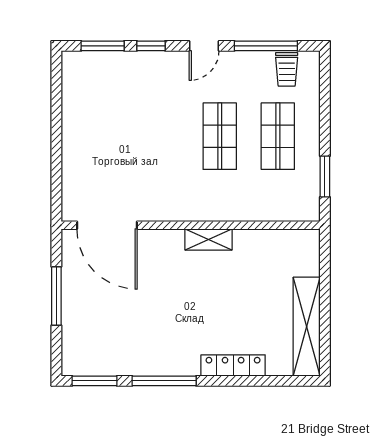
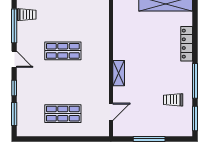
shop shelf: (278, 136) -> (63, 114), moved
door: (107, 225) -> (111, 112), width x0.53
shelving: (208, 239) -> (119, 73), moved
trolley: (129, 340) -> (173, 100), added

